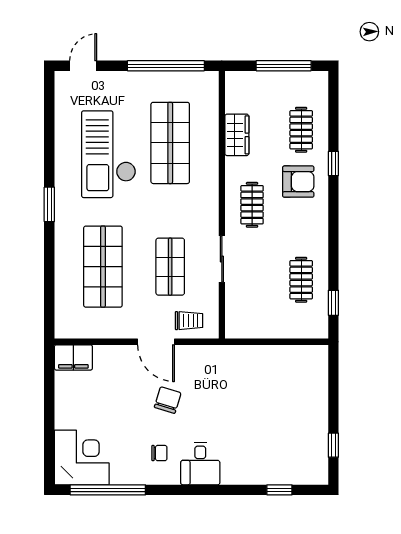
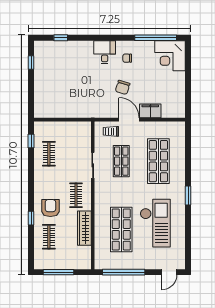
wardrobe: (237, 135) -> (84, 228), width x1.50
armchair: (298, 182) -> (50, 208), turned 90
filing cabinet: (73, 357) -> (150, 111), moved

